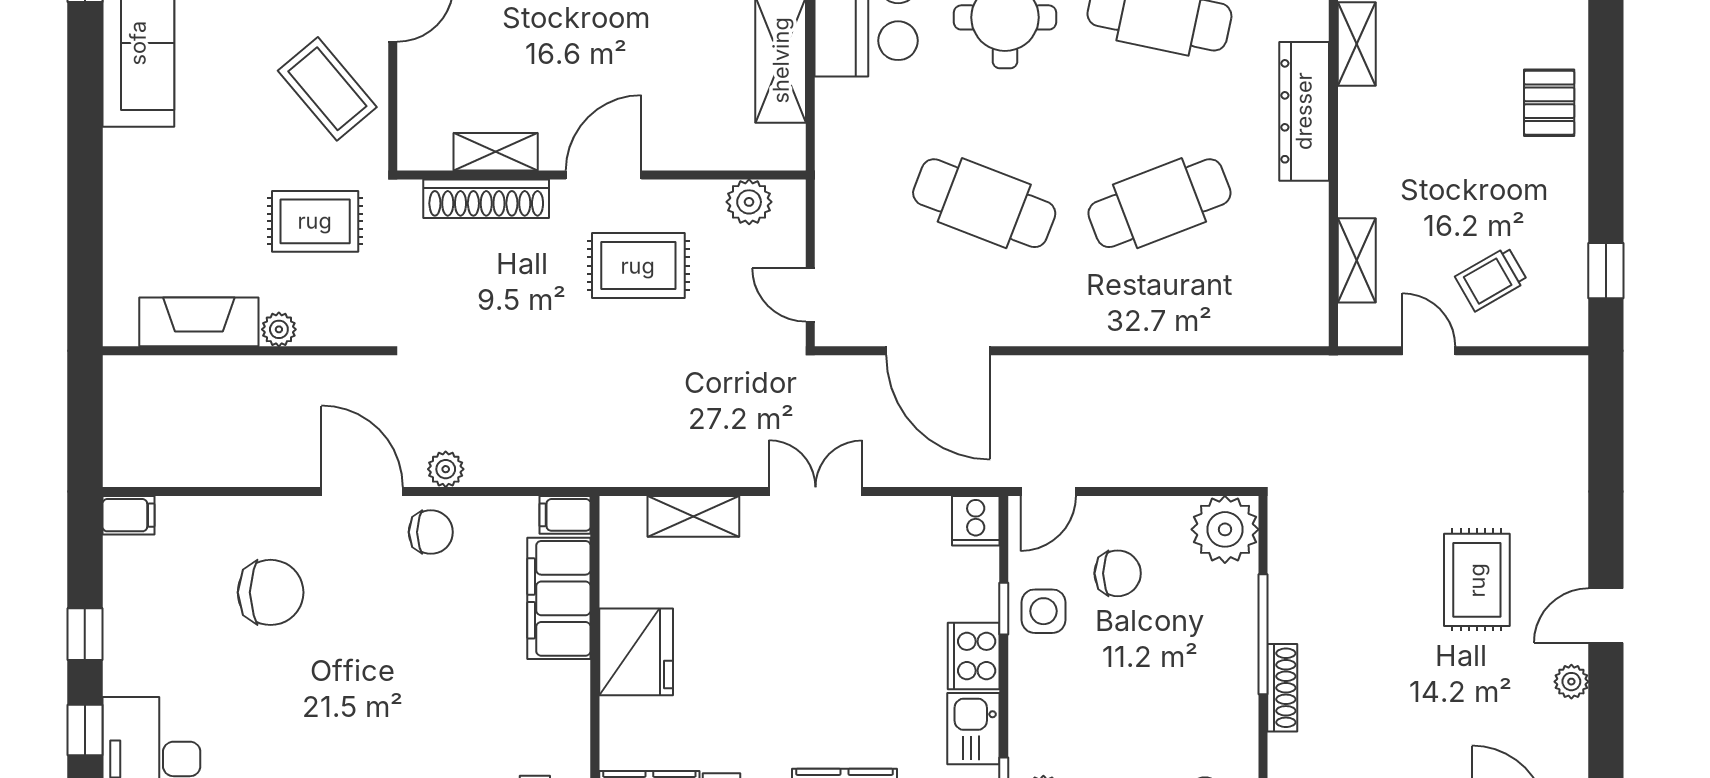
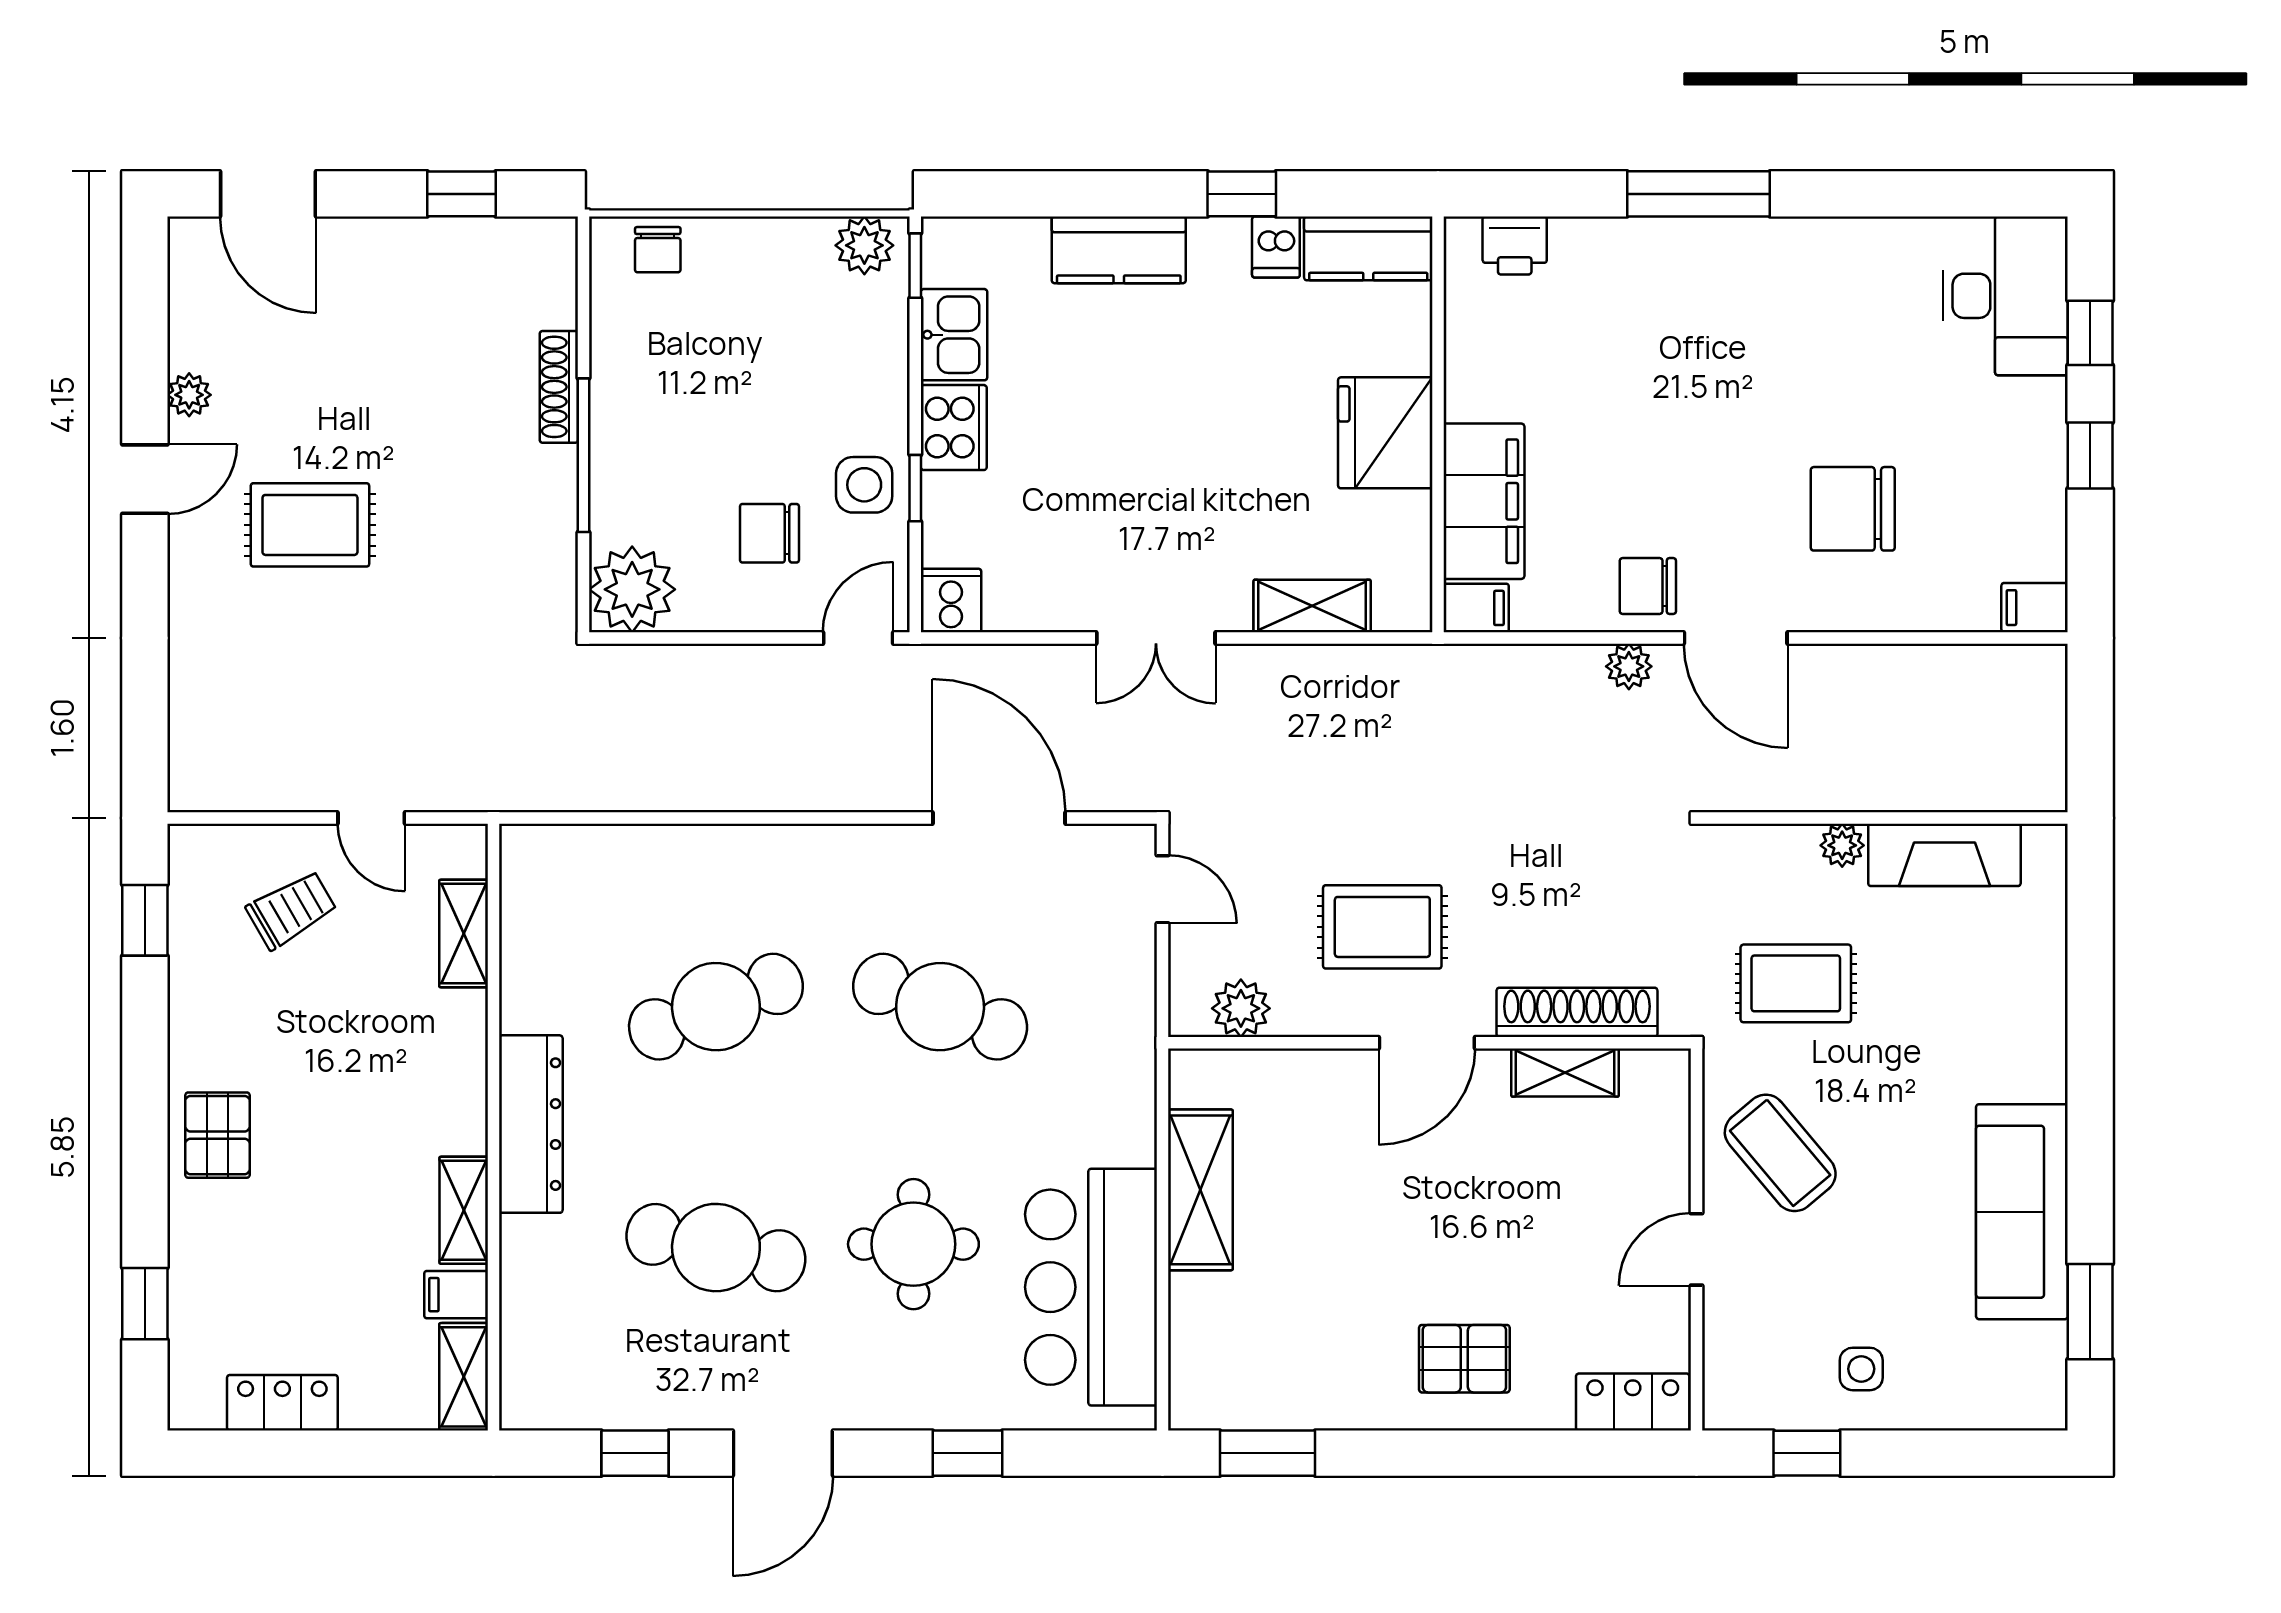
rug: (1477, 580) -> (310, 525), turned 90

